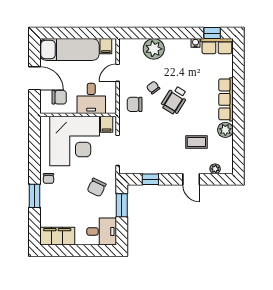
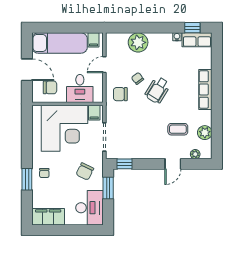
plant: (225, 130) -> (205, 133), moved
chair: (48, 178) -> (44, 173), moved
window: (150, 179) -> (125, 164), moved
door: (191, 179) -> (173, 164), hinge flipped
desk: (102, 231) -> (90, 208), width x1.37

